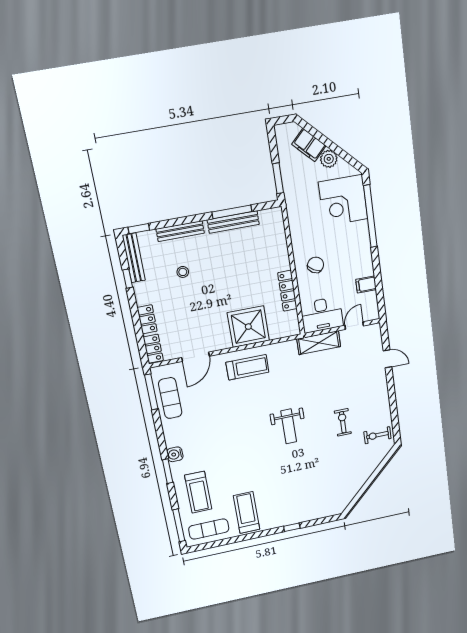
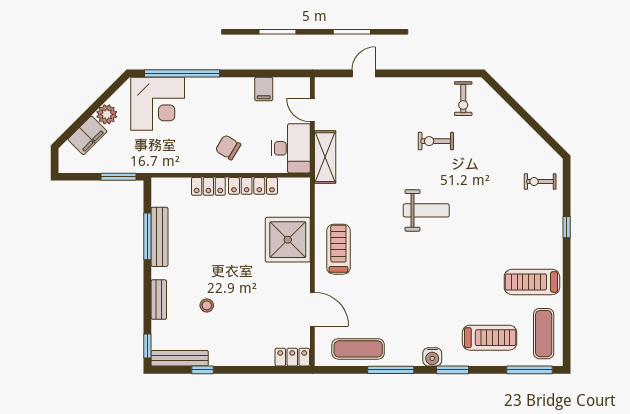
bench: (180, 231) -> (159, 300), width x0.73
locker: (147, 319) -> (208, 186), moved, turned 180
window: (151, 392) -> (391, 370), moved
exercise bike: (323, 502) -> (540, 182), added

